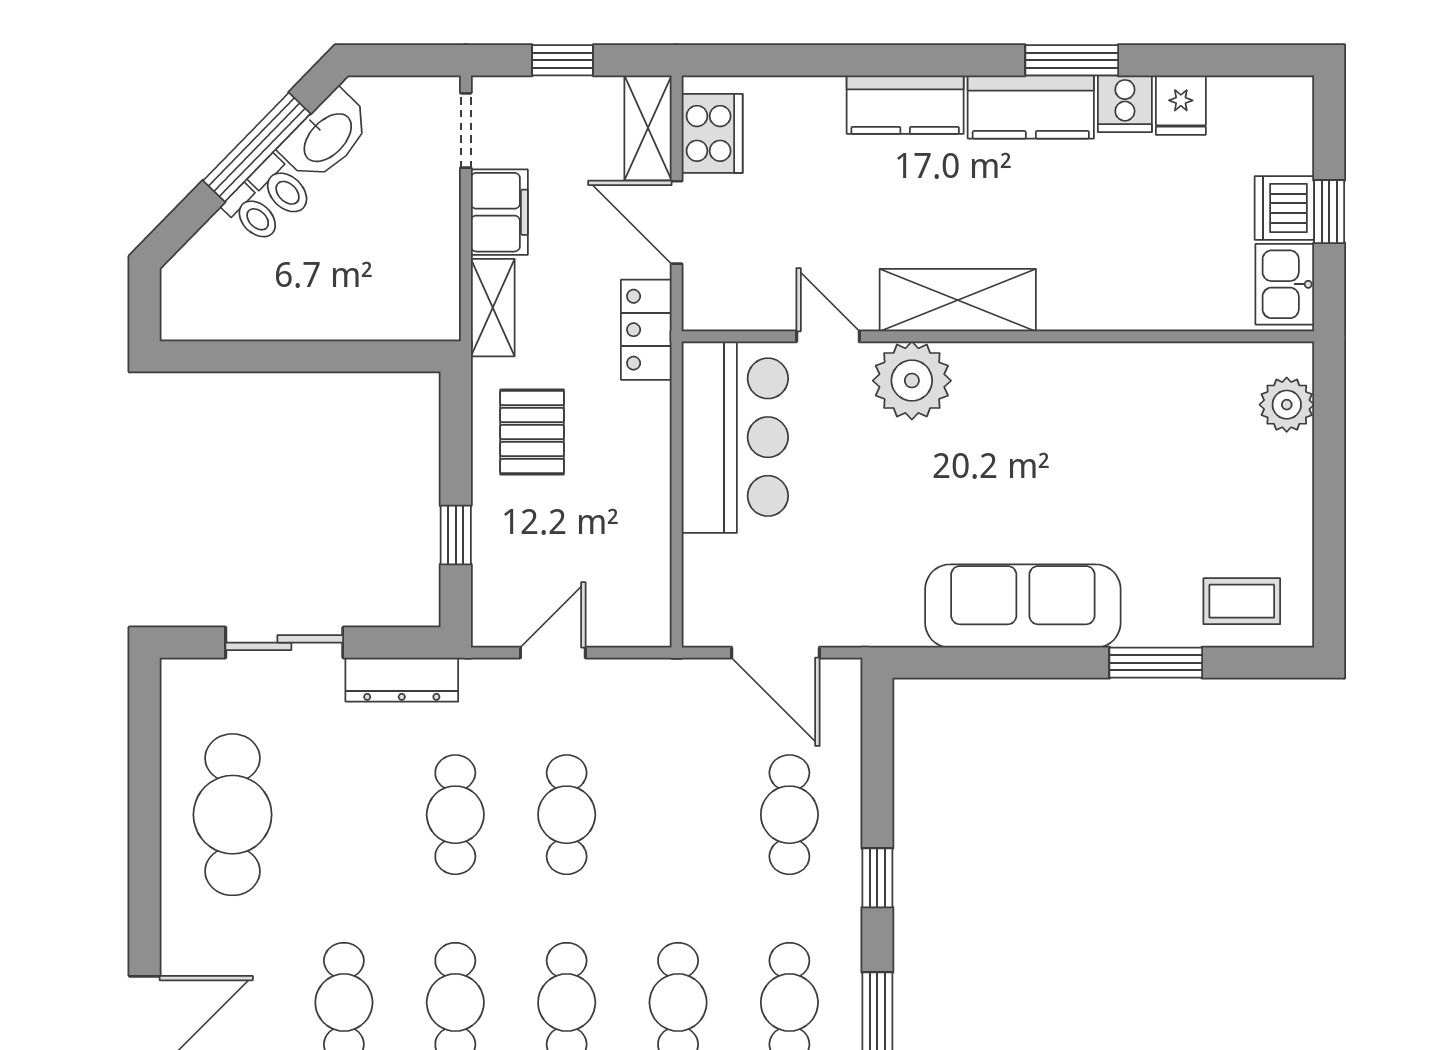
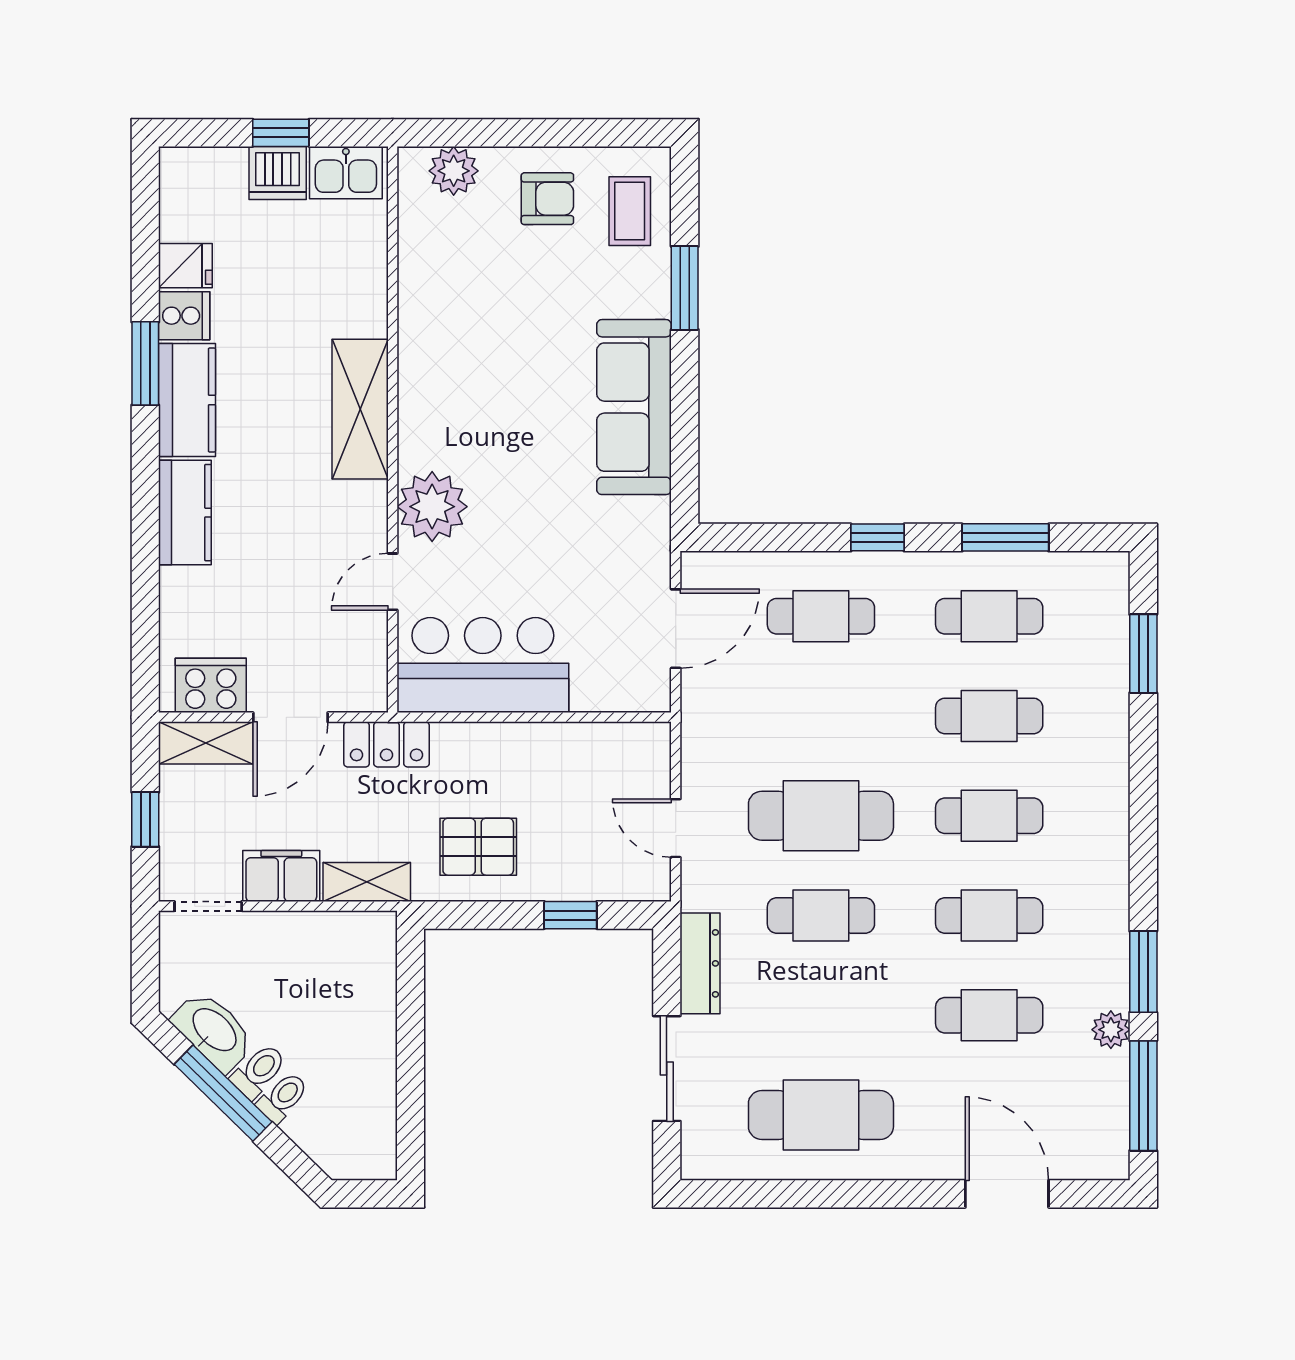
shelving: (958, 300) -> (360, 409), moved
armchair: (1256, 509) -> (547, 199), added
cafe table: (567, 815) -> (821, 816), width x1.37, depth x1.35

